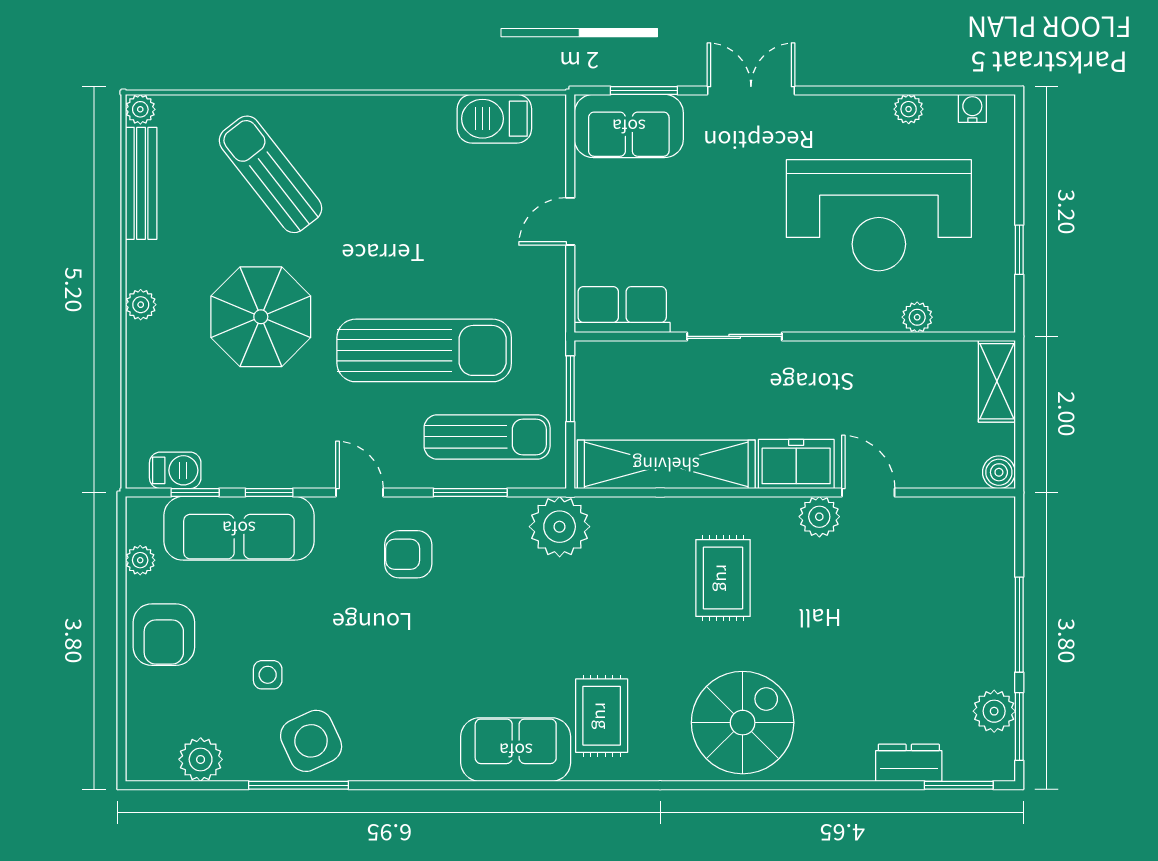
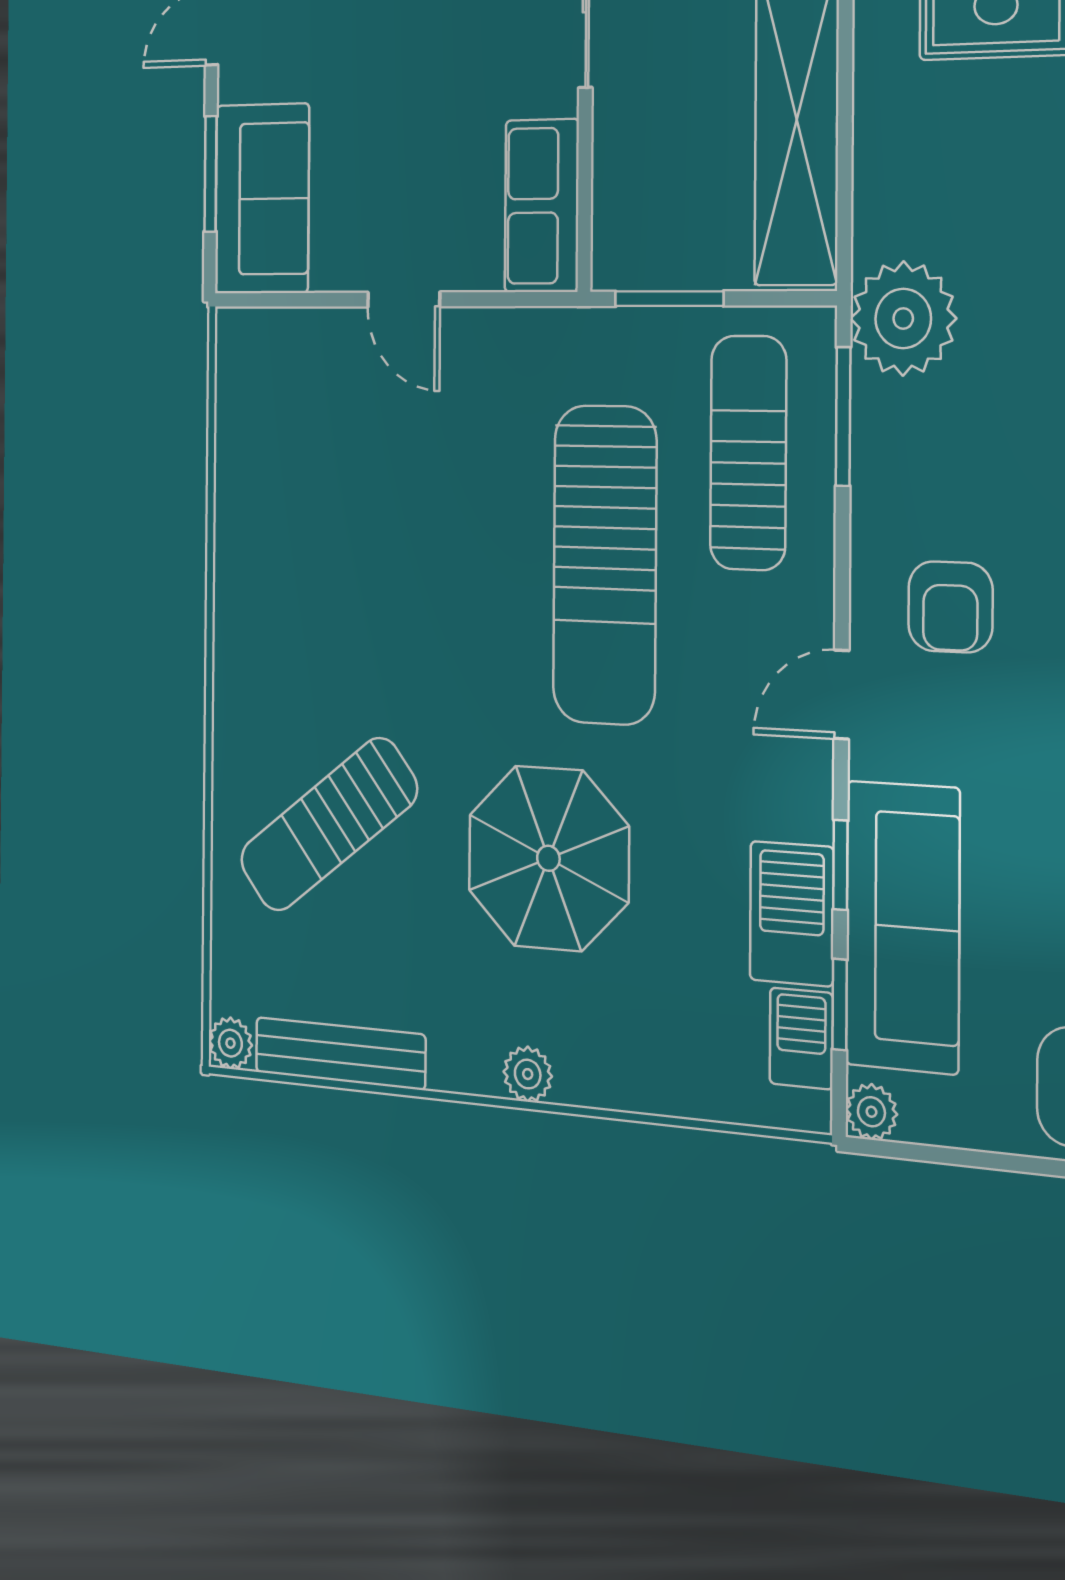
barbecue: (494, 119) -> (792, 914), moved, turned 180
sun lounger: (424, 350) -> (605, 565), turned 180
window: (470, 493) -> (843, 417), moved
plant: (140, 560) -> (871, 1112), moved

